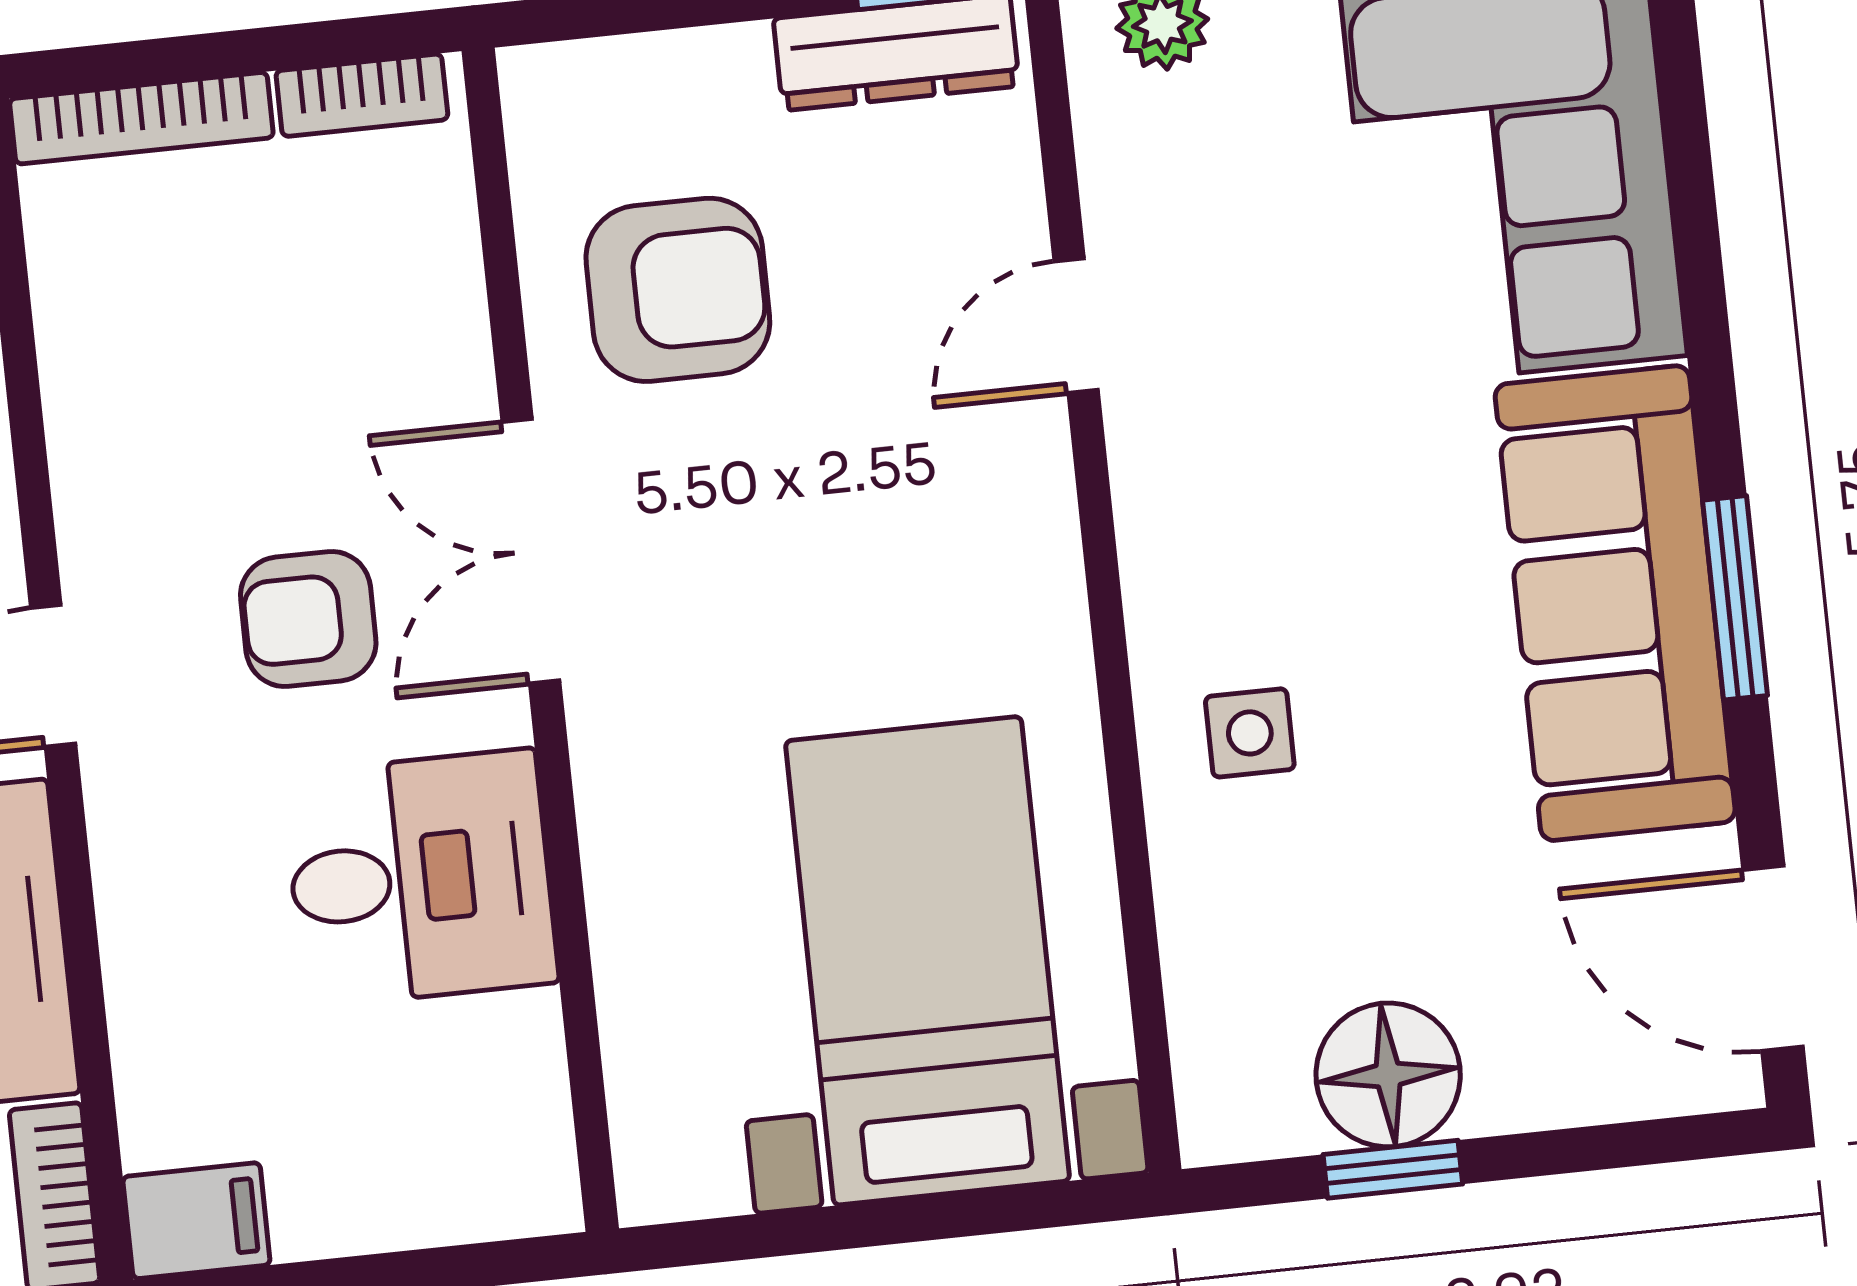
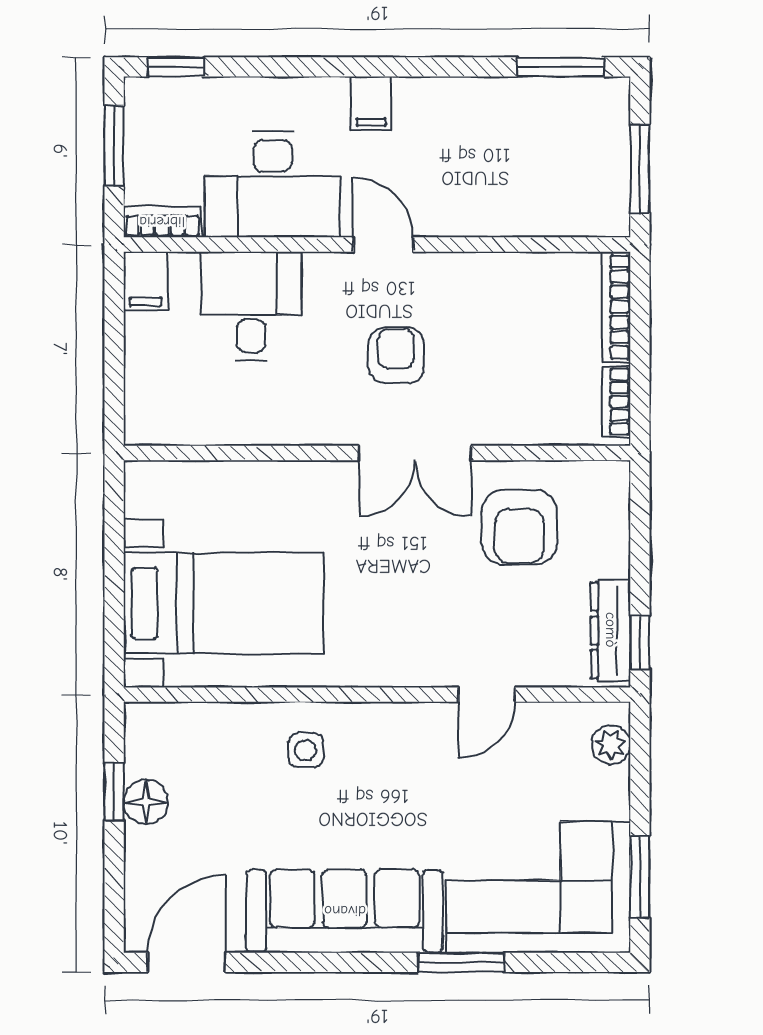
door: (1076, 326) -> (486, 695), swing flipped
double door: (531, 551) -> (415, 453), swing flipped
window: (1735, 598) -> (461, 962), moved
desk: (420, 878) -> (251, 306), moved, turned 180
floor lamp: (1388, 1075) -> (146, 802), width x0.73, depth x0.73

